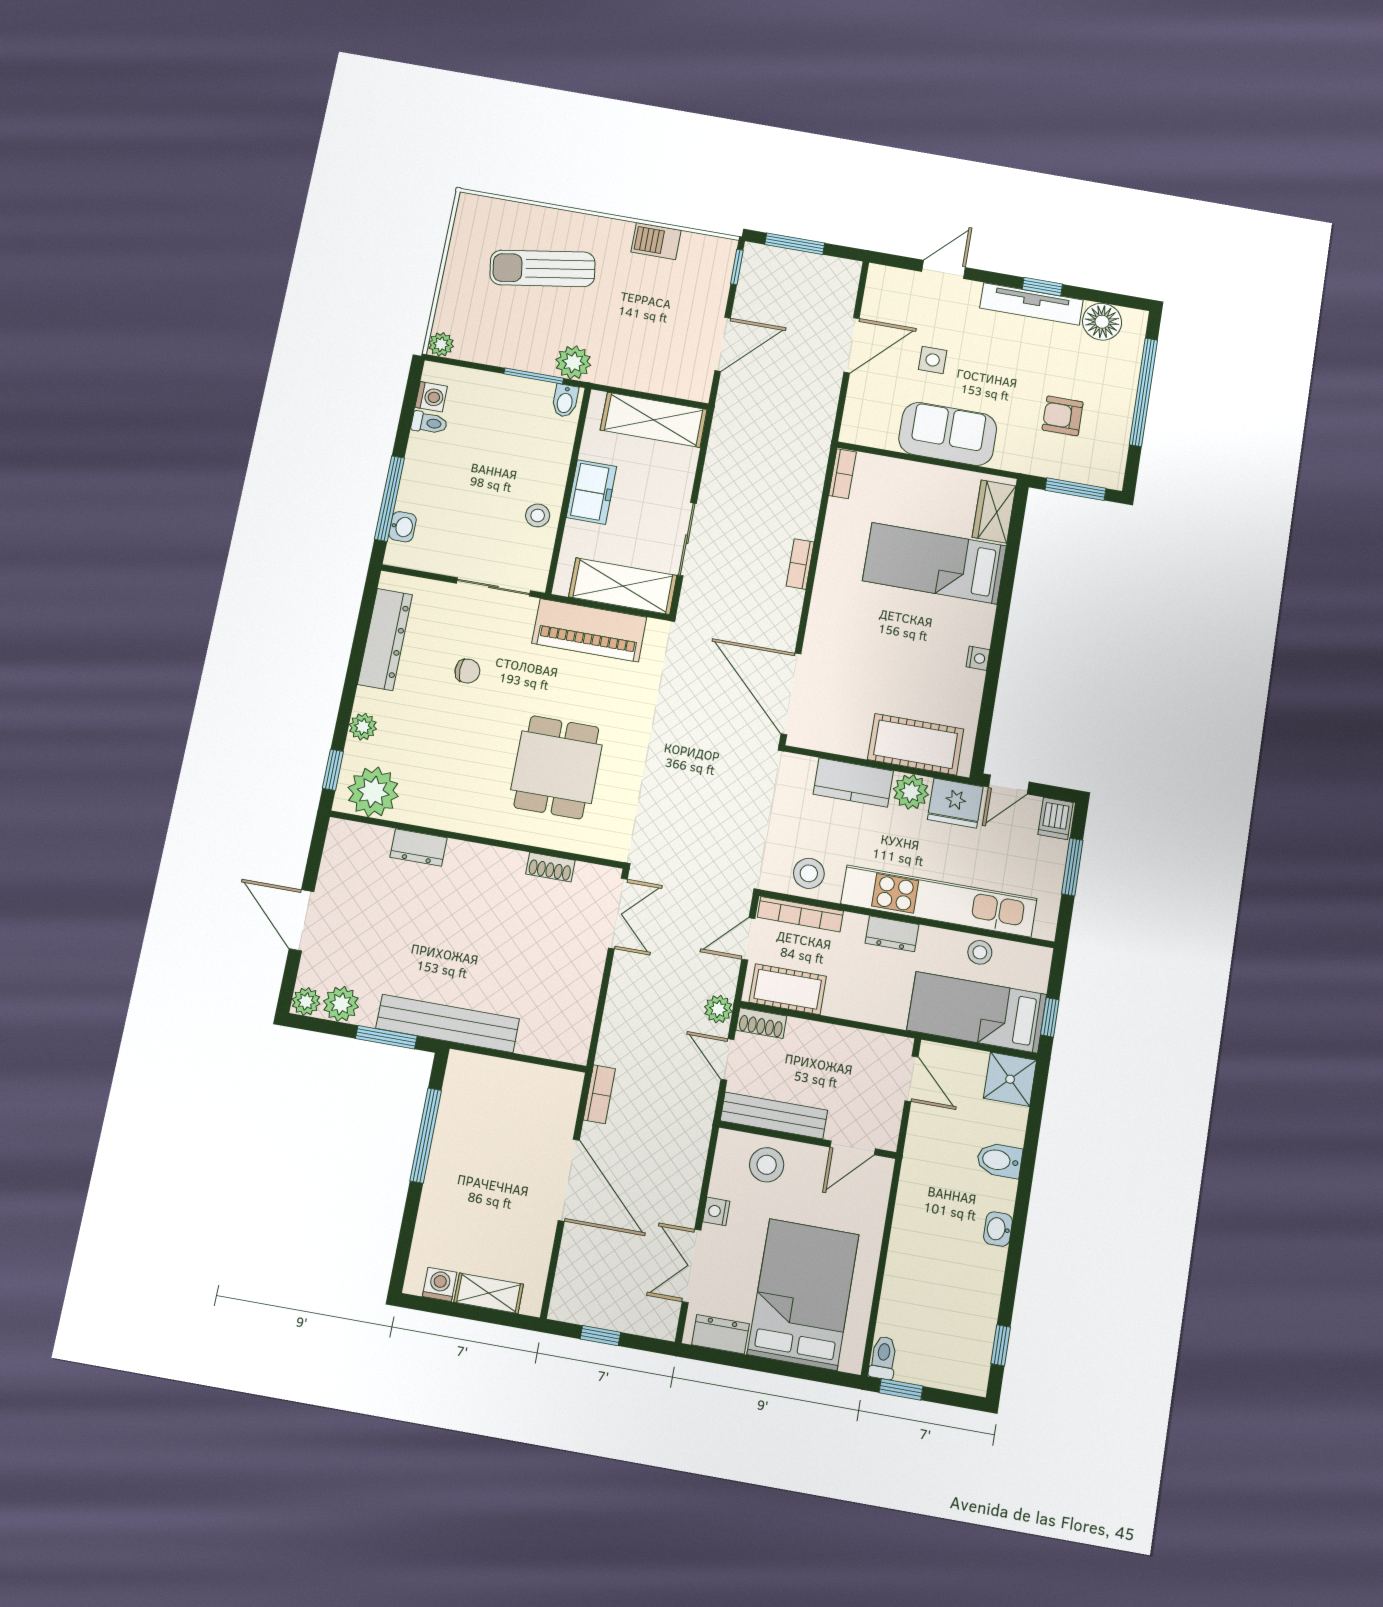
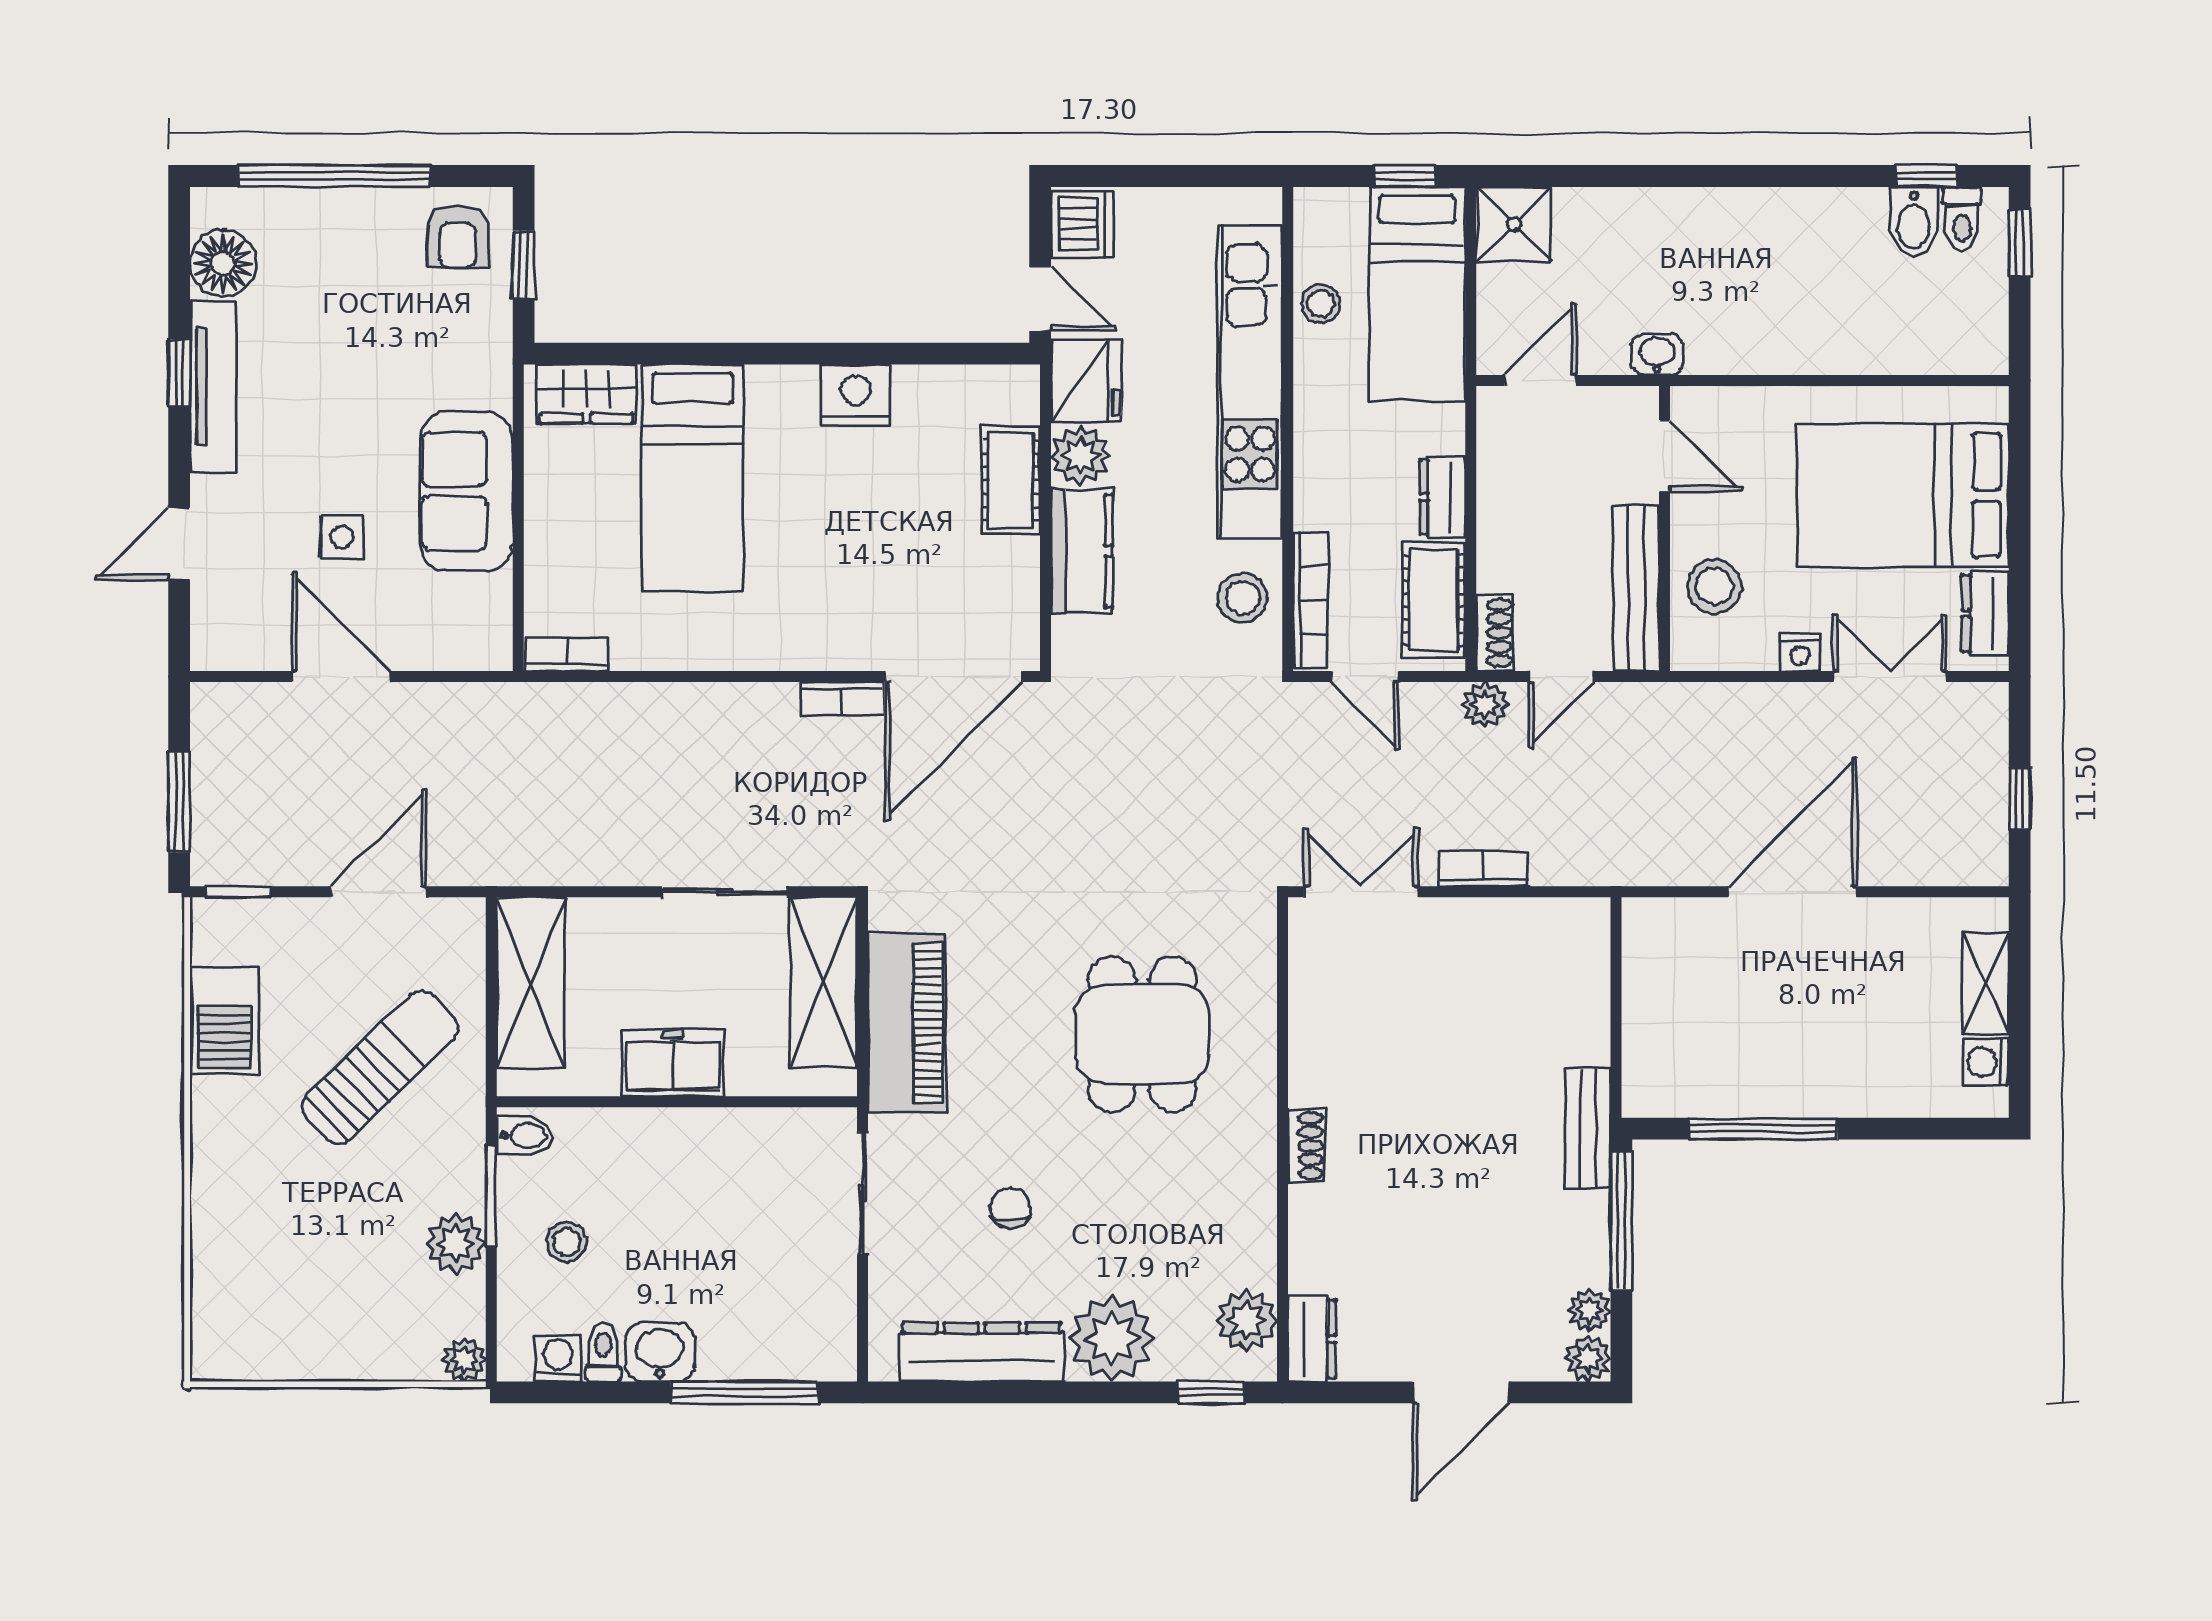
barbecue: (656, 241) -> (225, 1021), width x1.38, depth x1.27
sun lounger: (542, 268) -> (380, 1067), moved, turned -125
door: (944, 269) -> (179, 544), hinge flipped
door: (723, 344) -> (379, 892), hinge flipped
plant: (573, 362) -> (456, 1244), moved
armchair: (1063, 416) -> (458, 237), moved
window: (1075, 489) -> (524, 265), width x0.67
stool: (538, 515) -> (567, 1242), moved
washbasin: (402, 527) -> (660, 1352), moved, width x1.38, depth x1.45
bookcase: (800, 564) -> (842, 699), moved
nightstand: (978, 658) -> (856, 395), width x1.89, depth x1.79
plant: (363, 727) -> (1112, 1339), width x1.87, depth x1.87
cot: (916, 744) -> (1011, 480), width x0.73, depth x0.75
dining table: (556, 767) -> (1142, 1034), turned 90
plant: (373, 792) -> (1246, 1320), width x0.73, depth x0.73
dishwasher: (1056, 819) -> (1082, 224), width x1.38
dresser: (419, 847) -> (1312, 1339), moved
shoe rack: (550, 867) -> (1306, 1146), moved
window: (1072, 867) -> (1157, 176), removed
dresser: (892, 934) -> (1443, 497), moved, turned 180
plant: (341, 1004) -> (1590, 1311), width x0.73, depth x0.73
bench: (448, 1023) -> (1588, 1128), width x0.54, depth x0.82
window: (386, 1037) -> (1621, 1221), width x1.44
bookcase: (599, 1094) -> (1484, 869), moved
bidet: (999, 1160) -> (1914, 222), moved
washbasin: (998, 1229) -> (1657, 354), moved, turned 180
double door: (692, 1266) -> (1890, 677), swing flipped
toilet: (883, 1358) -> (1962, 219), moved, turned -90
window: (901, 1389) -> (2020, 243), moved

